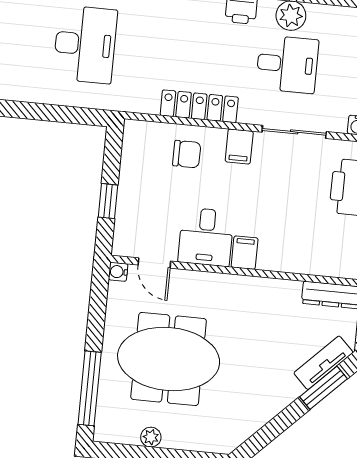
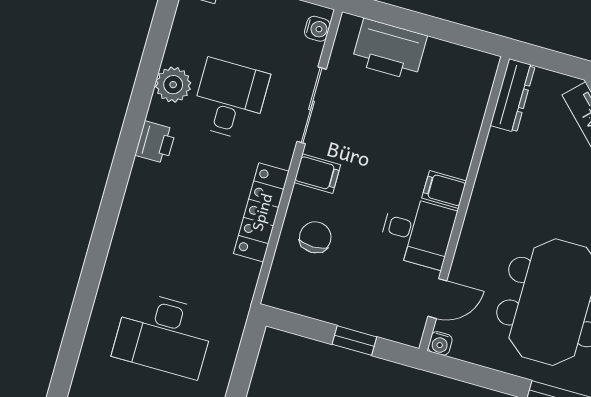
desk: (85, 44) -> (164, 335), turned 180

